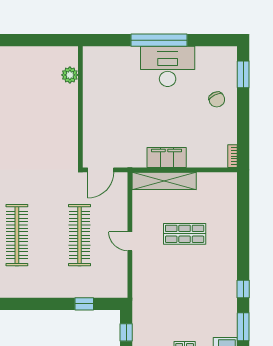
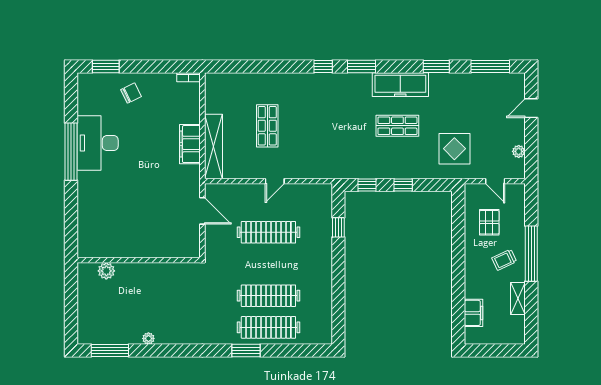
plant: (70, 75) -> (106, 271), moved
wall: (80, 107) -> (139, 260), moved

